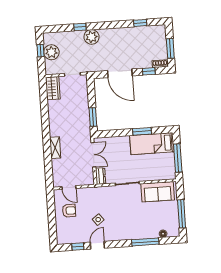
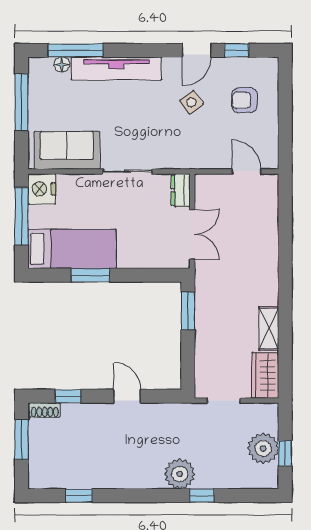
door: (120, 73) -> (127, 396), width x0.53
shelving: (55, 148) -> (269, 329), moved
double door: (93, 155) -> (192, 234), swing flipped
nightstand: (169, 172) -> (42, 189), added
armchair: (69, 211) -> (244, 100), moved
tv unit: (136, 234) -> (116, 68), added
window: (145, 242) -> (76, 50), moved

